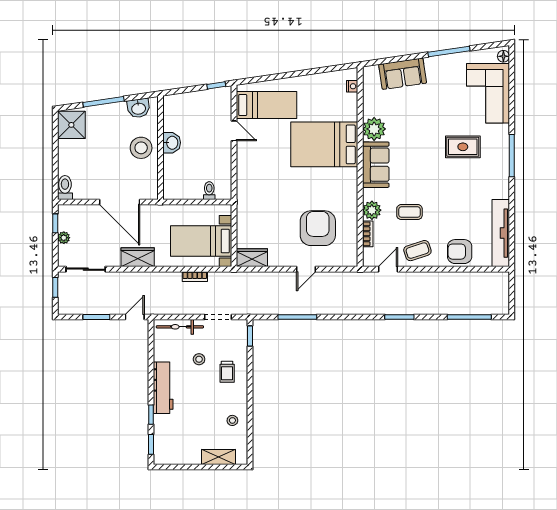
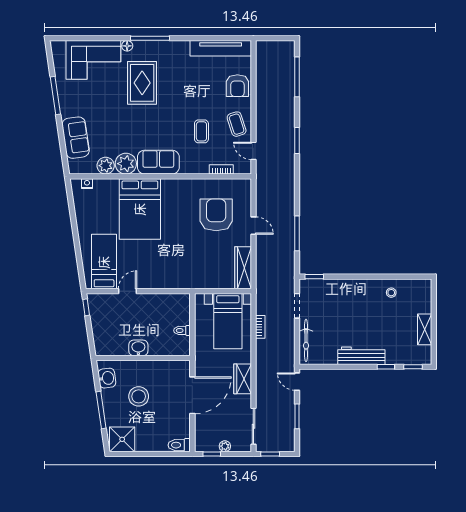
floor lamp: (503, 56) -> (127, 46), moved
rug: (463, 147) -> (142, 83), width x1.36, depth x1.43
stool: (141, 148) -> (139, 396), moved
toilet: (209, 191) -> (182, 330), moved
plant: (372, 210) -> (106, 166), moved
armchair: (318, 228) -> (216, 215), turned 90
wardrobe: (252, 258) -> (243, 268), width x1.50
stool: (199, 359) -> (335, 323), removed
trolley: (227, 372) -> (347, 297), removed
shelving: (219, 457) -> (425, 329), moved

